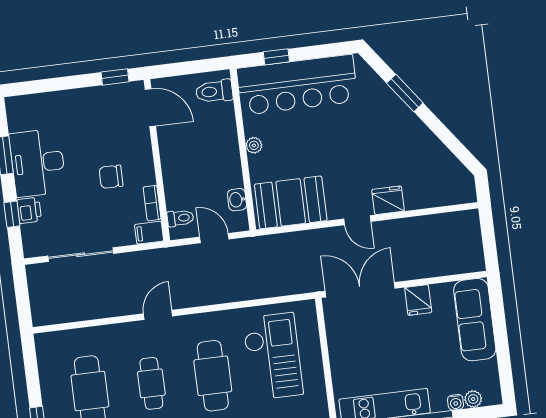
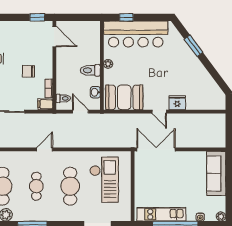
toilet: (214, 91) -> (90, 70), moved
fridge: (418, 300) -> (187, 159), removed
plant: (473, 399) -> (221, 216), moved

